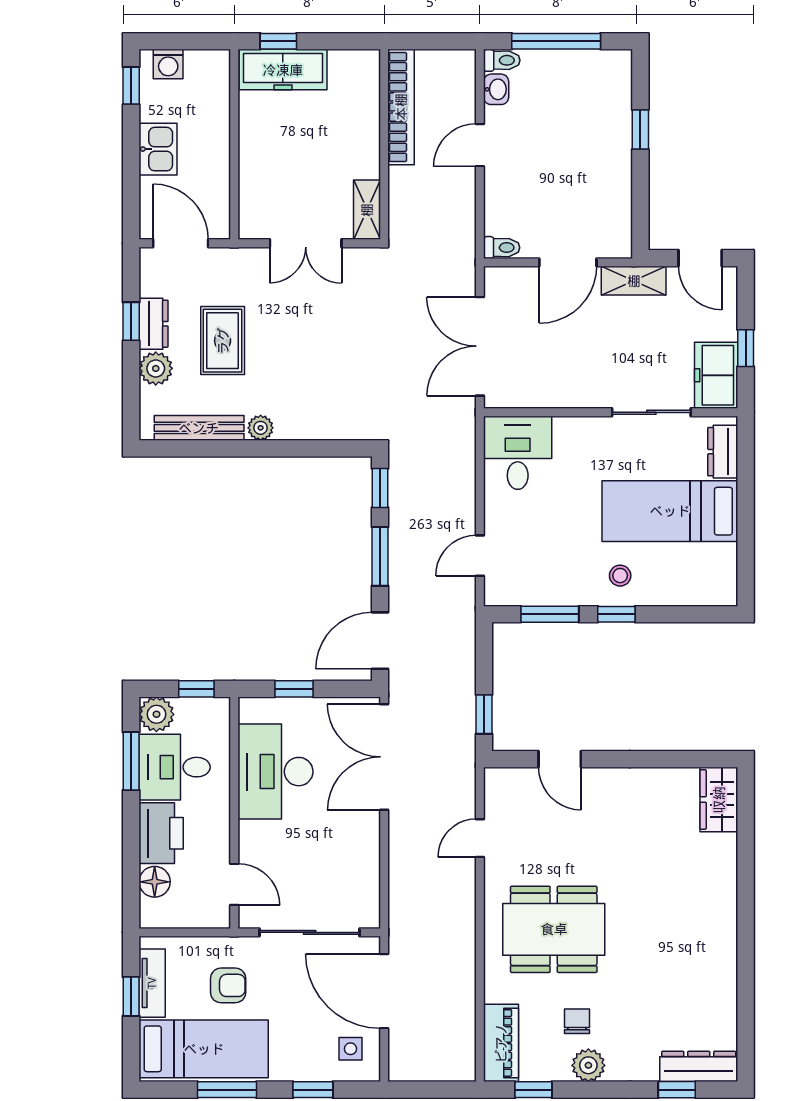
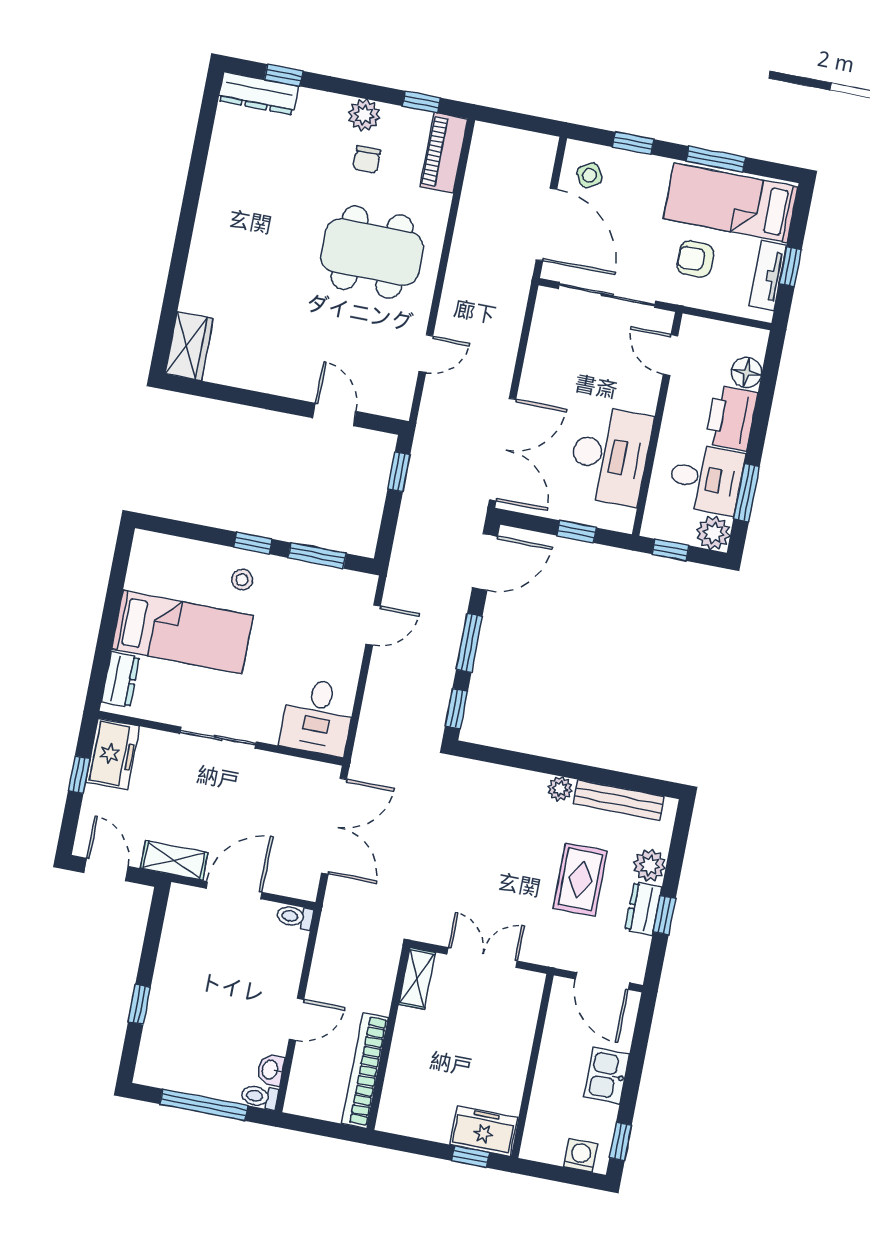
freezer: (283, 70) -> (484, 1131), width x0.71
sliding door: (651, 412) -> (218, 738), moved
side table: (351, 1049) -> (590, 175), turned -30

